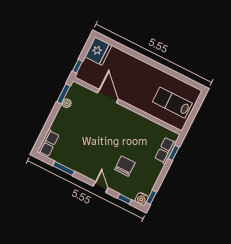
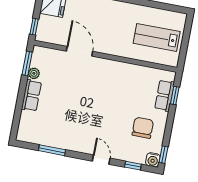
row of seats: (48, 143) -> (31, 95), moved
chair: (125, 166) -> (143, 128), moved

